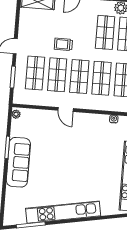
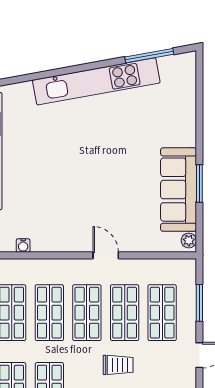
sofa: (18, 162) -> (179, 190), moved

